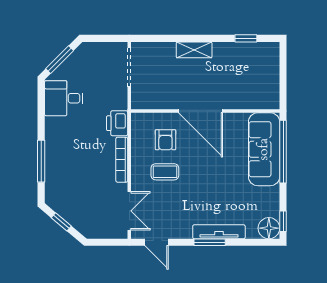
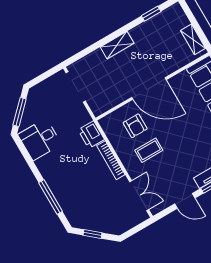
shelving: (272, 88) -> (193, 39), added
door: (157, 242) -> (185, 201), moved

